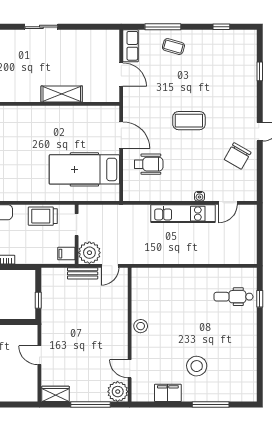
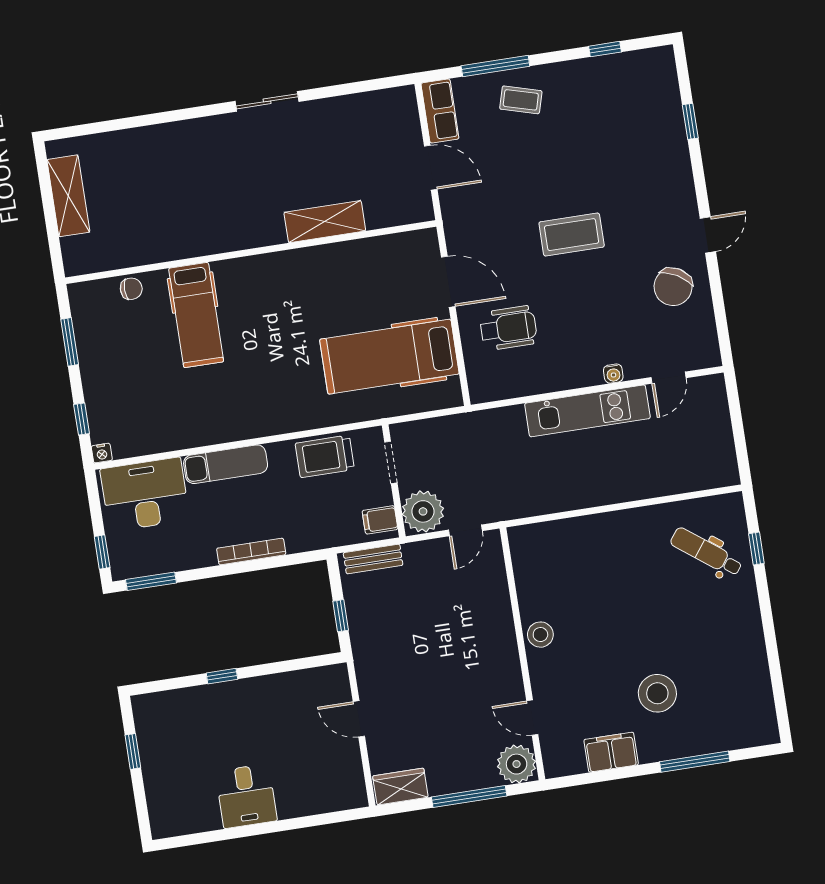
bench: (83, 273) -> (373, 559), moved
dental chair: (233, 297) -> (706, 552), turned 37

